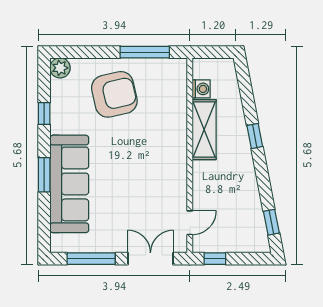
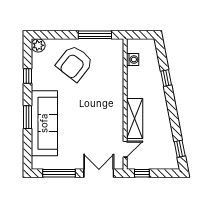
armchair: (114, 94) -> (75, 63), turned 141
shelving: (204, 130) -> (135, 118), moved
window: (255, 136) -> (166, 78), moved

